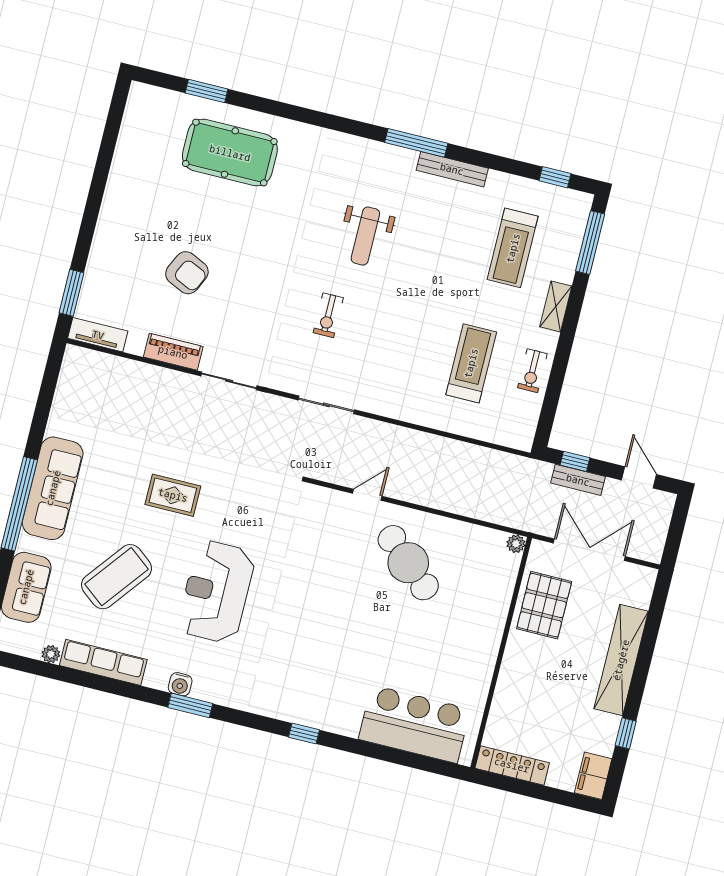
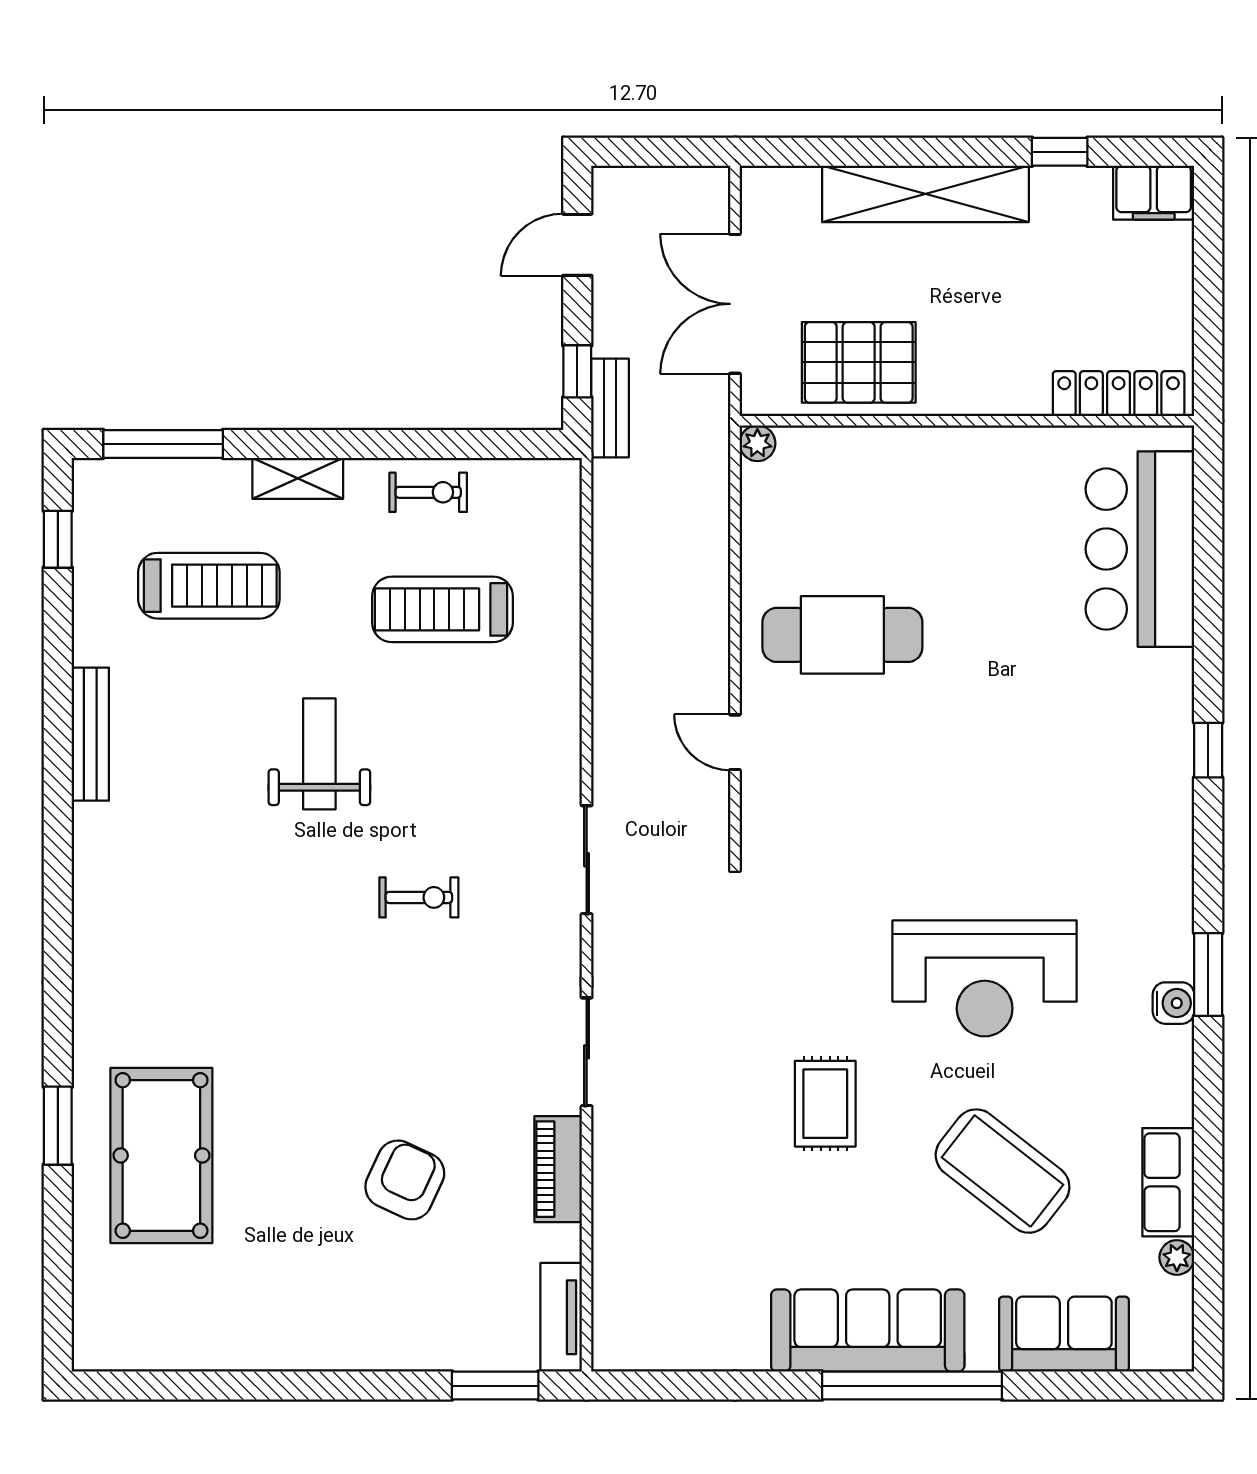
window: (207, 91) -> (58, 1126), moved
window: (416, 143) -> (58, 813), removed
weight bench: (365, 236) -> (319, 754), moved, turned -90
bench: (578, 480) -> (610, 408), moved
cafe table: (408, 563) -> (842, 635), turned 48
row of seats: (103, 662) -> (1168, 1182), width x0.68
locker: (512, 765) -> (1119, 394), moved, turned 90

